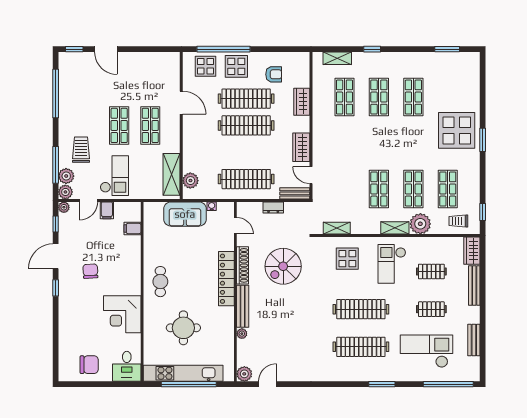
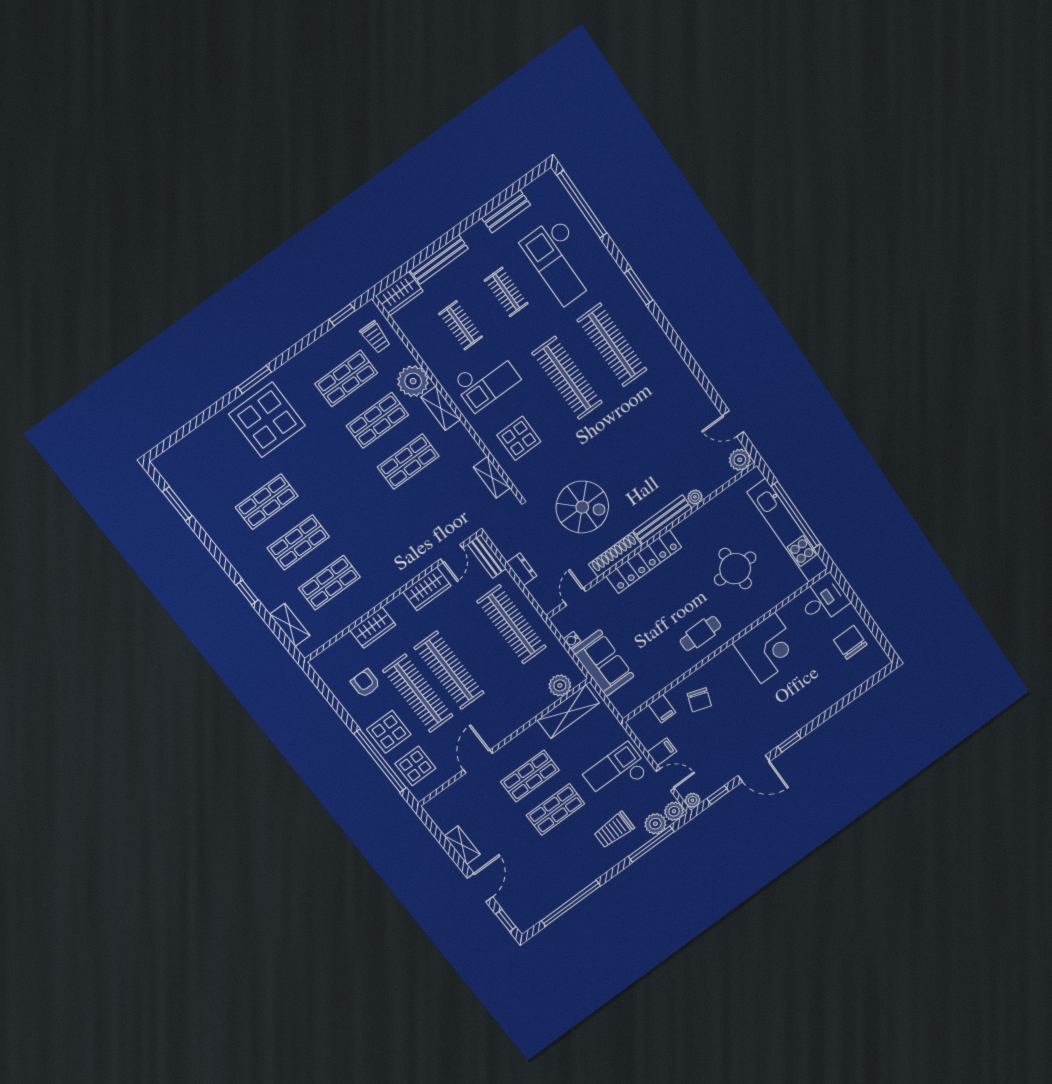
shelving: (139, 58) -> (462, 845), added
chair: (90, 271) -> (699, 700), moved, turned -68

